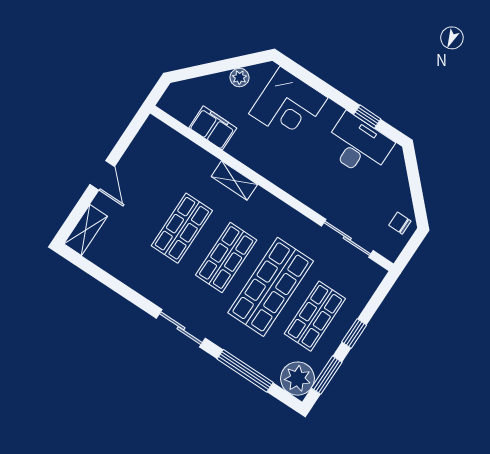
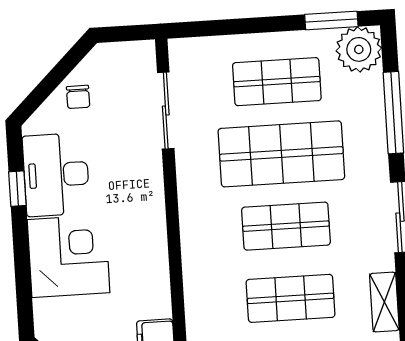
corner desk: (288, 106) -> (69, 256), moved
shelving: (234, 181) -> (384, 302), moved
chair: (400, 223) -> (78, 97), moved
window: (354, 334) -> (263, 25), removed

